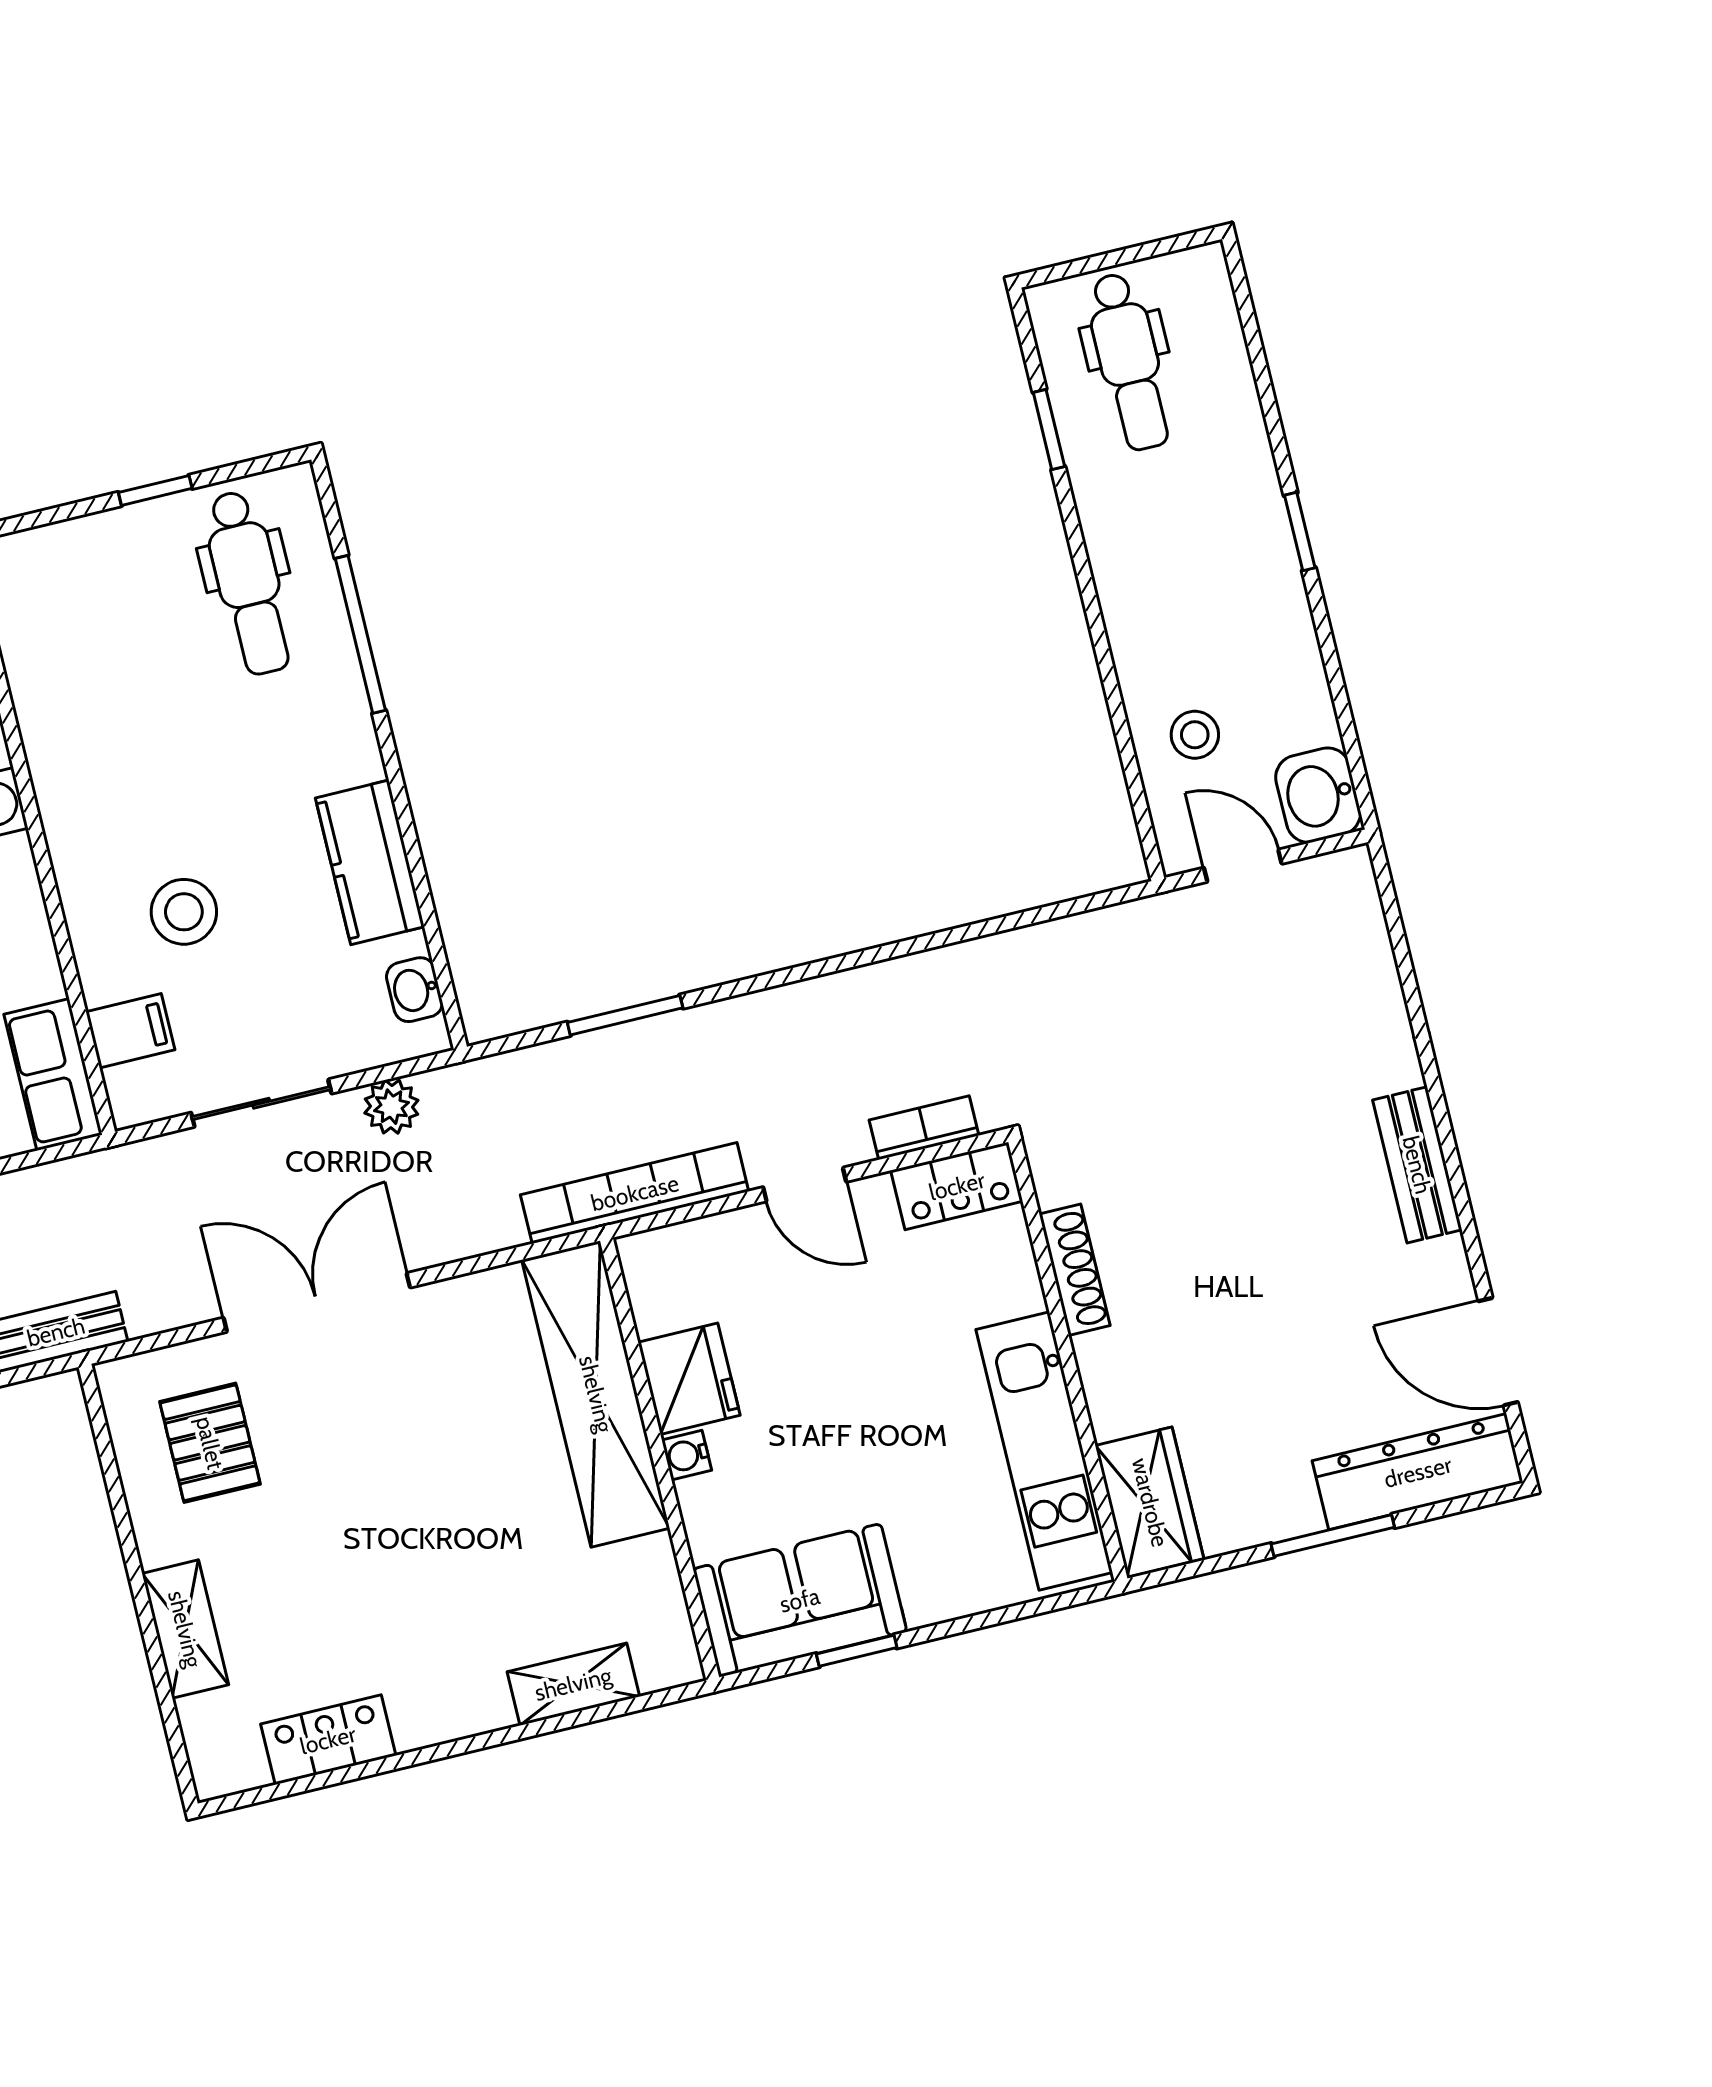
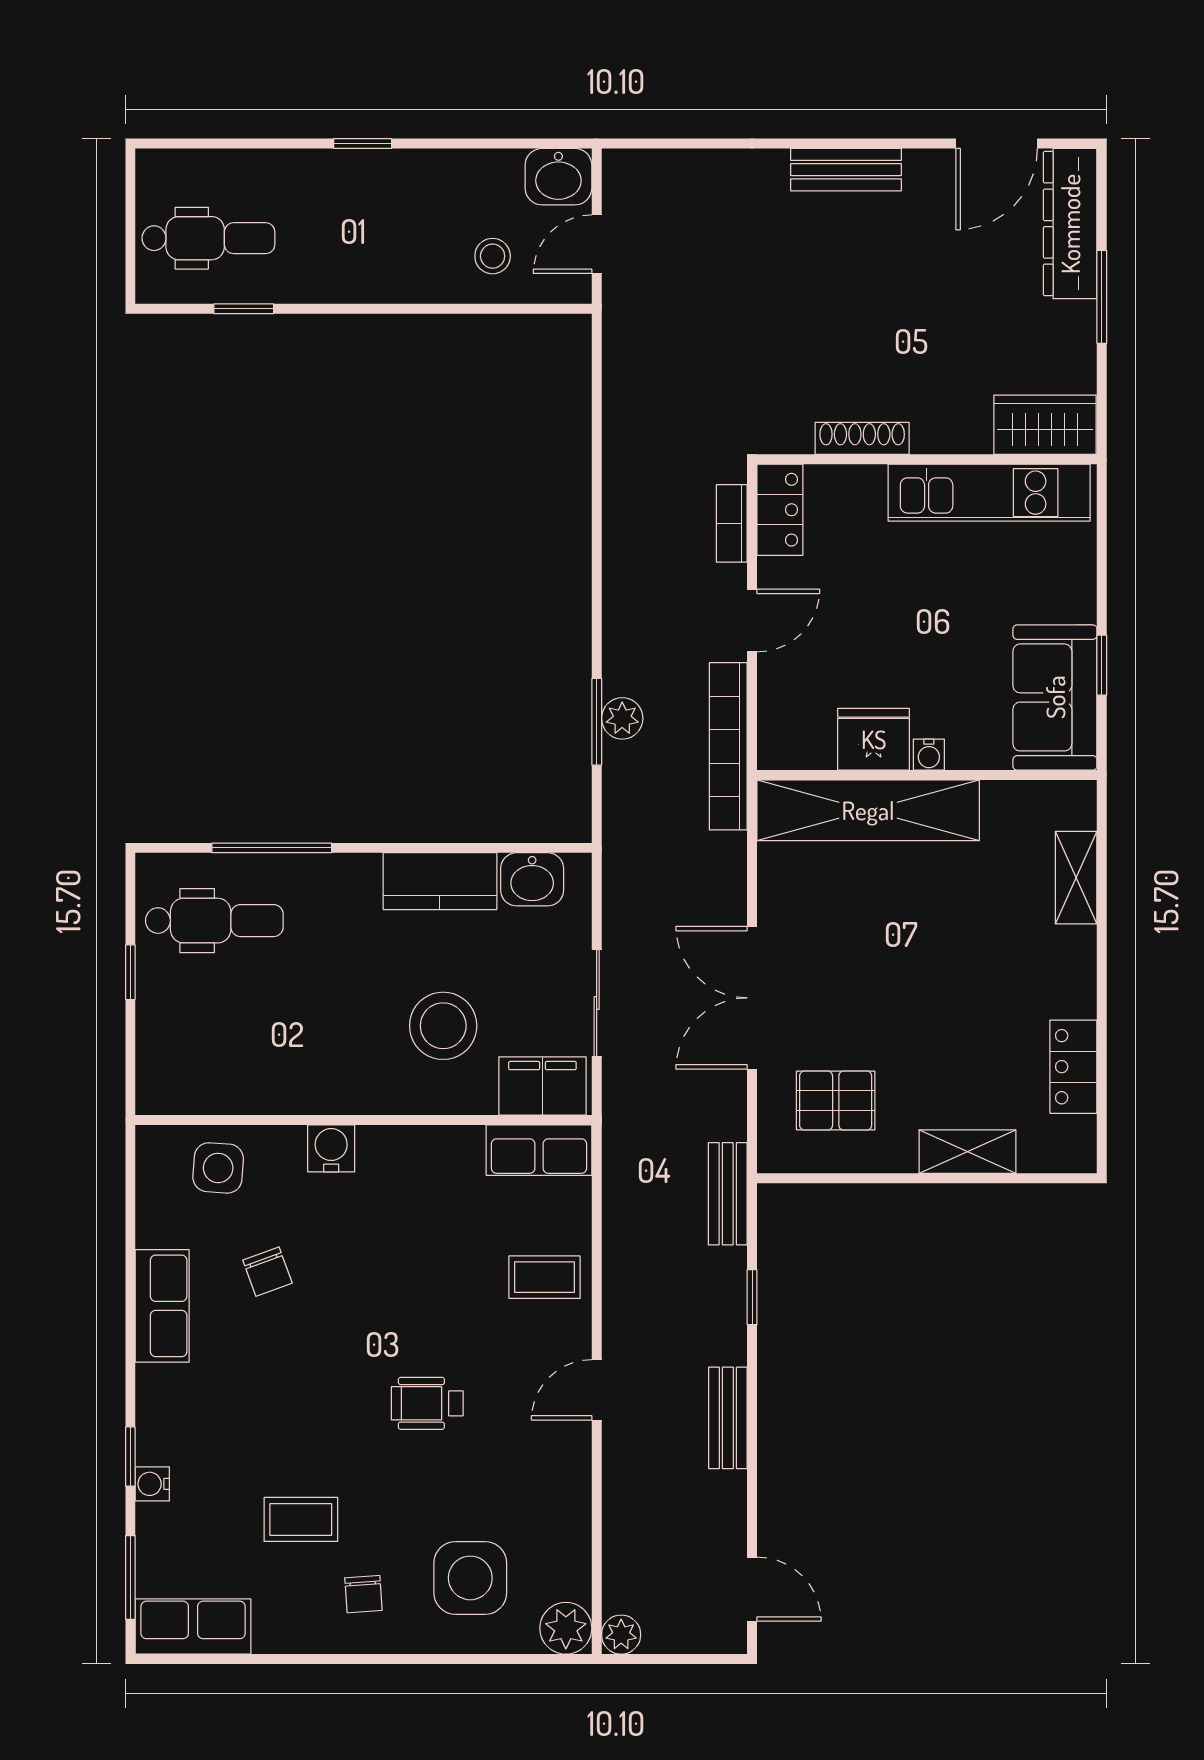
stool: (184, 912) -> (443, 1026), width x1.38, depth x1.38
washbasin: (414, 990) -> (532, 879), width x1.38, depth x1.45
filing cabinet: (130, 1031) -> (542, 1086), width x2.00
plant: (391, 1107) -> (622, 718), moved

